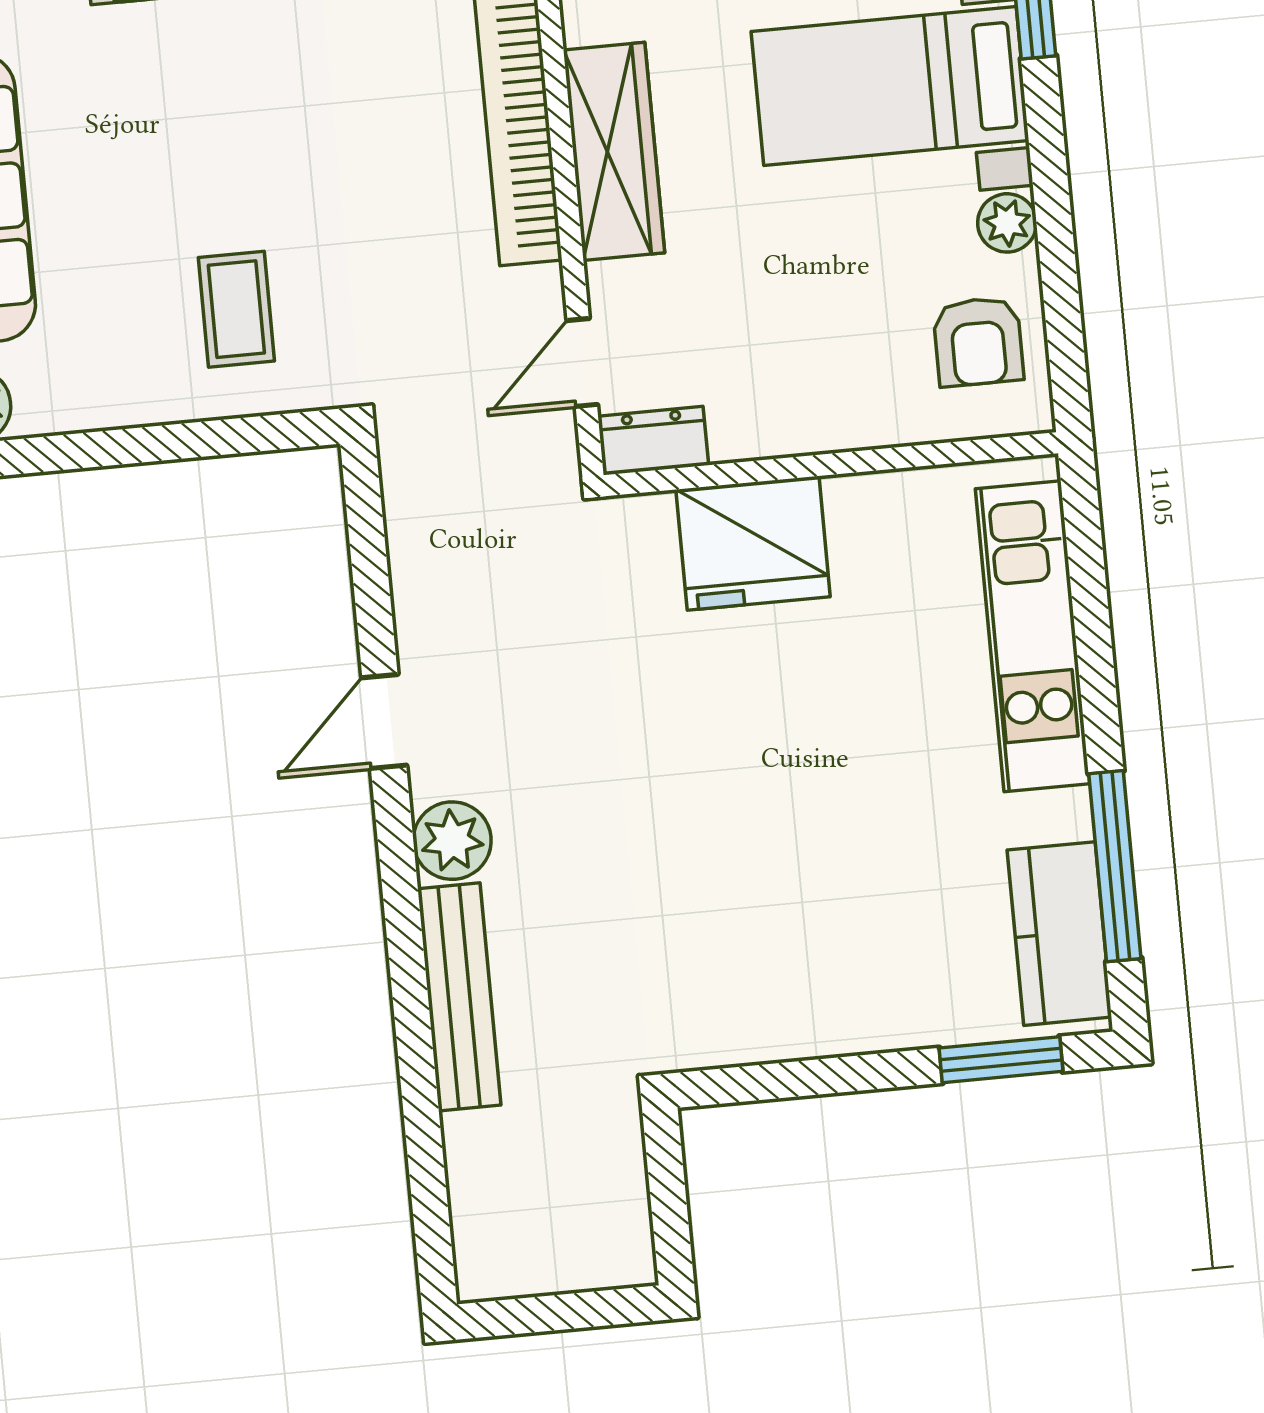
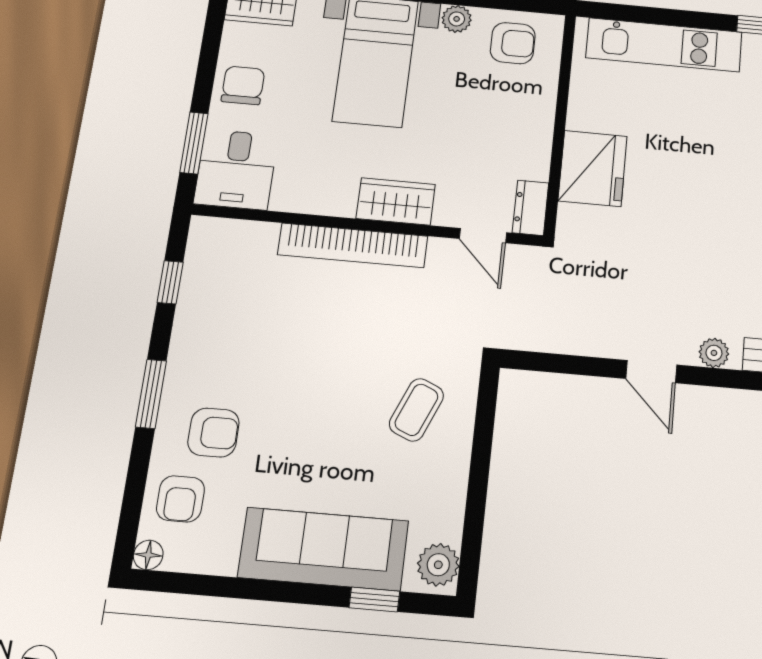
wardrobe: (614, 151) -> (396, 201), width x0.67
coffee table: (236, 309) -> (416, 410), turned -67
plant: (452, 841) -> (714, 353), width x0.73, depth x0.73

